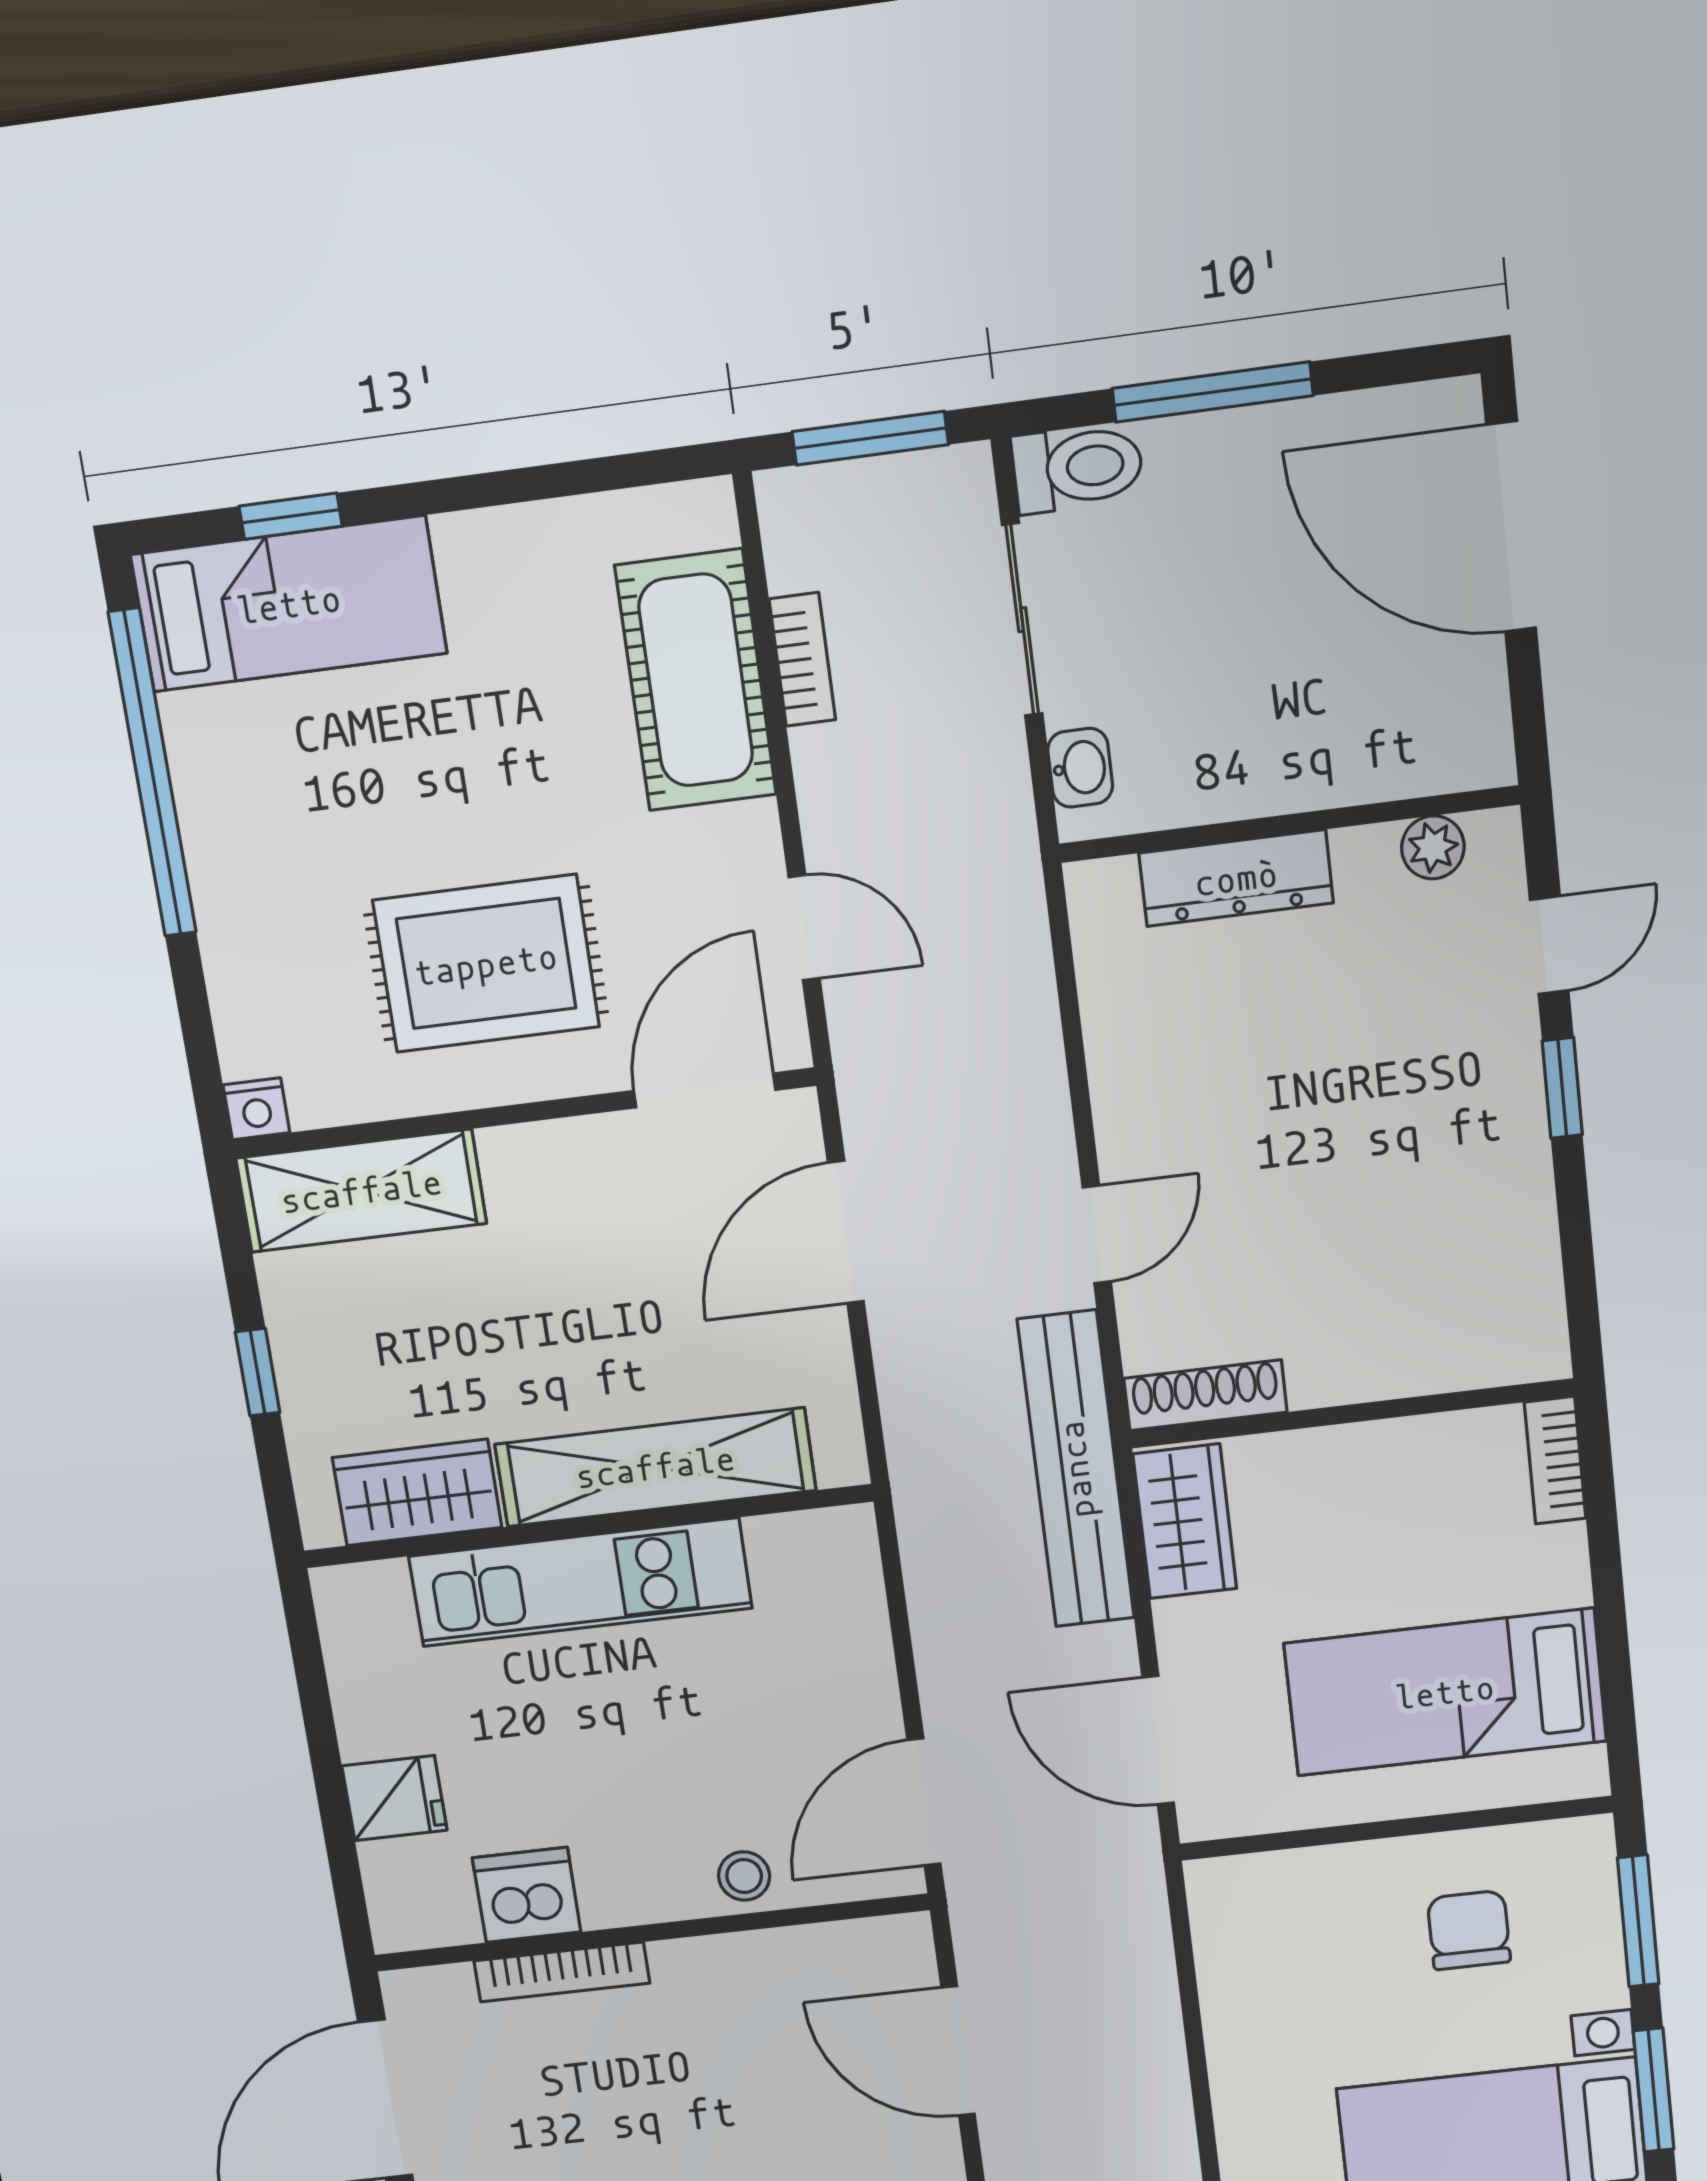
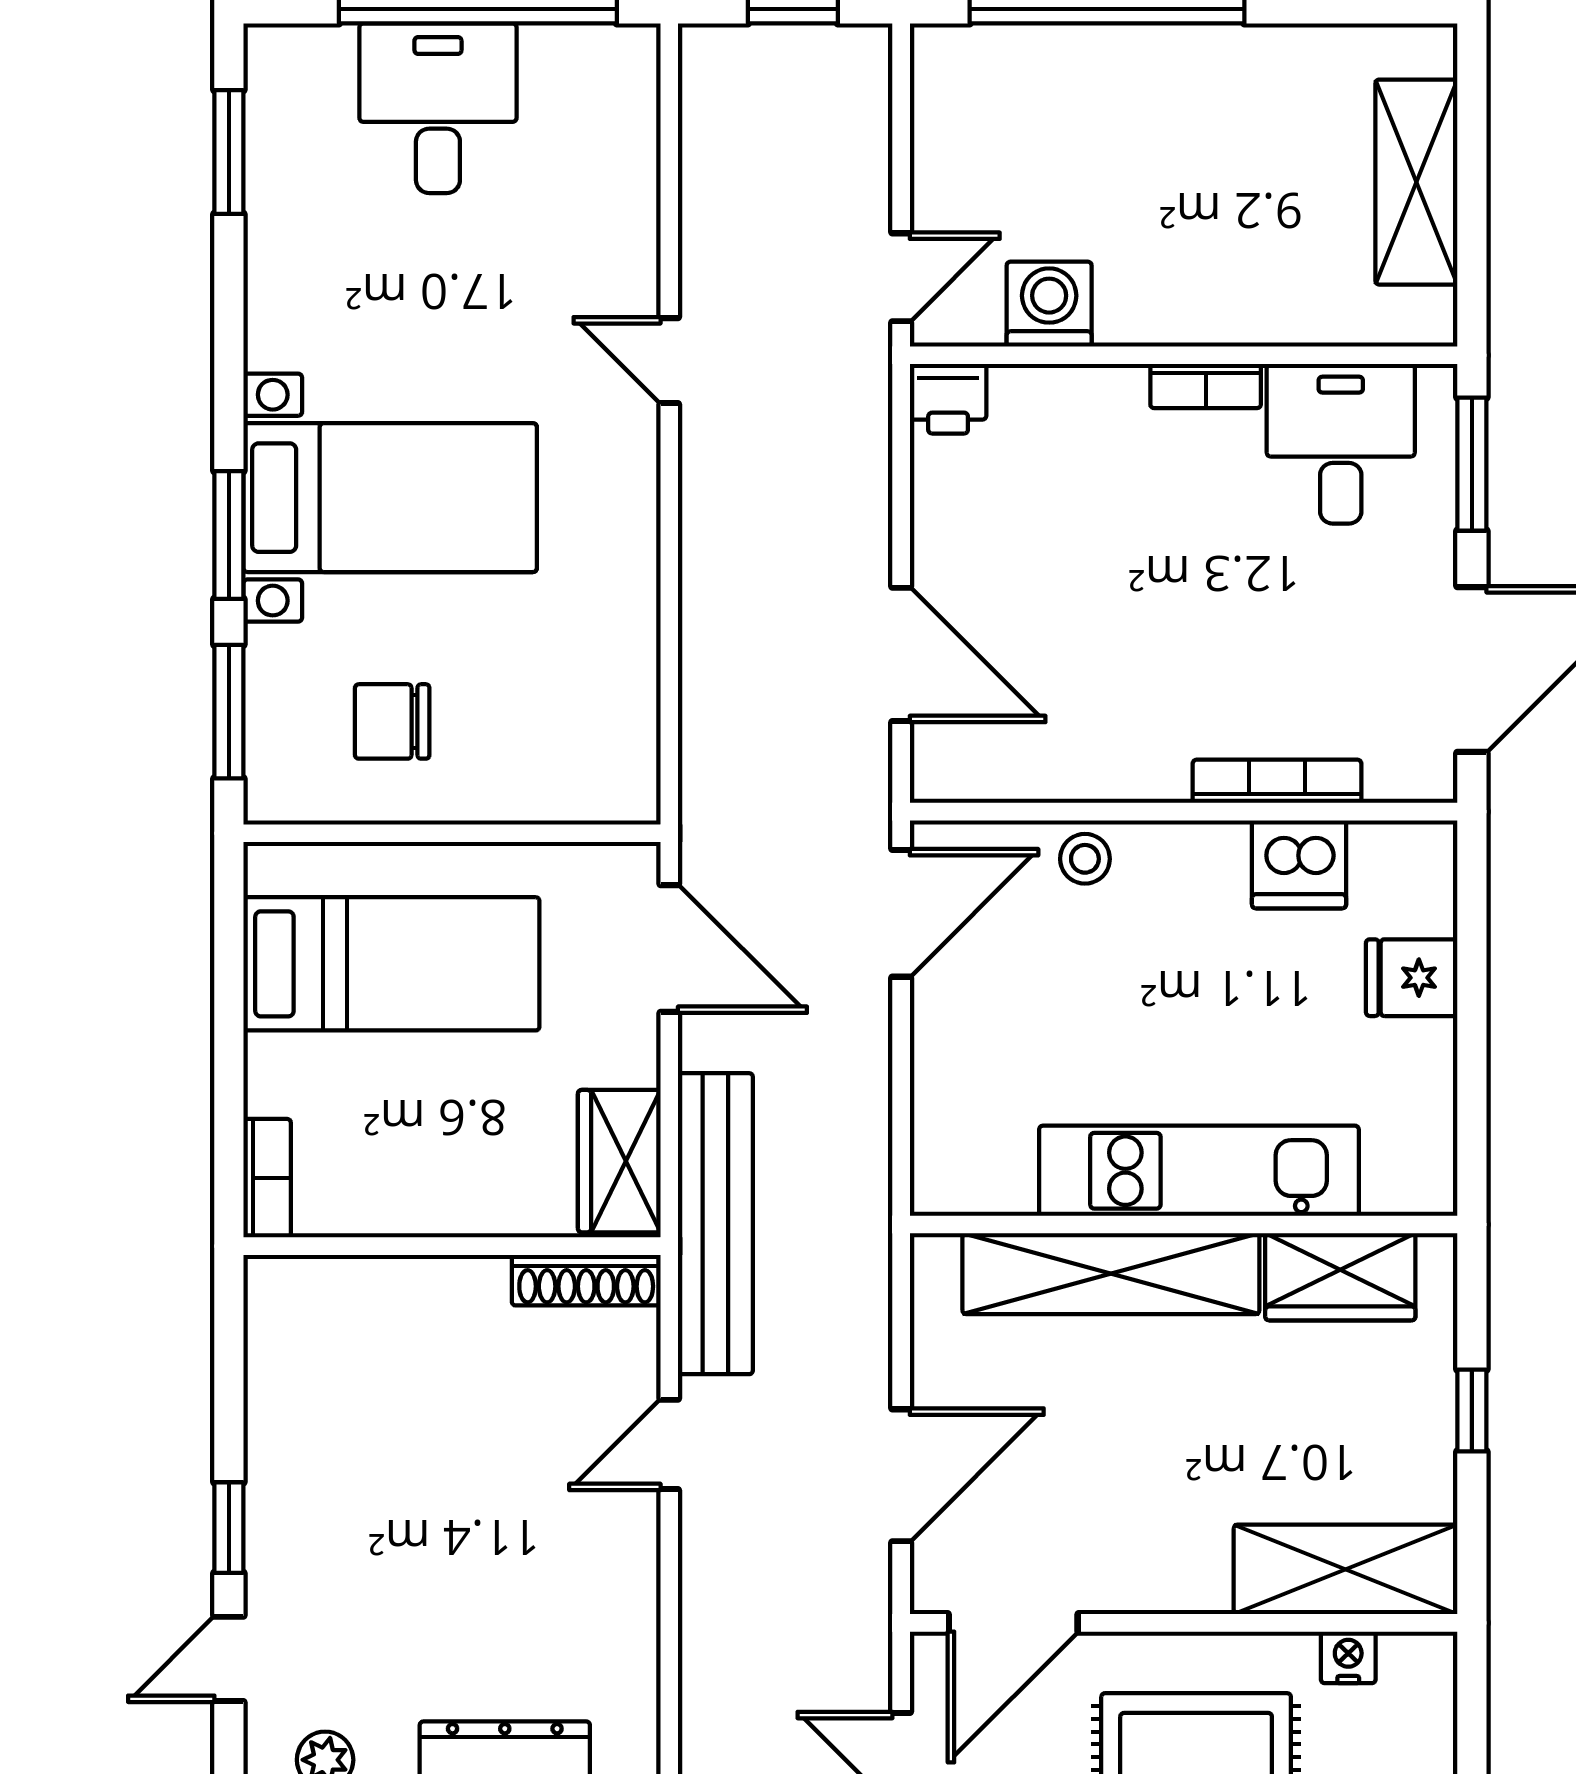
nightstand: (256, 1109) -> (1348, 1657), moved
chair: (1469, 1930) -> (392, 721), turned 90

